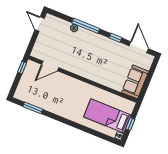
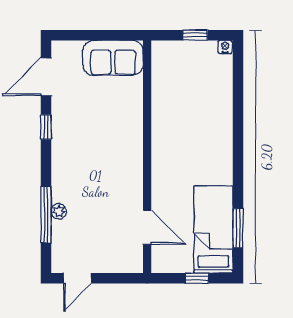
window: (86, 26) -> (46, 214), moved
window: (22, 68) -> (197, 278), moved
bed: (107, 116) -> (213, 230), moved, turned 180

